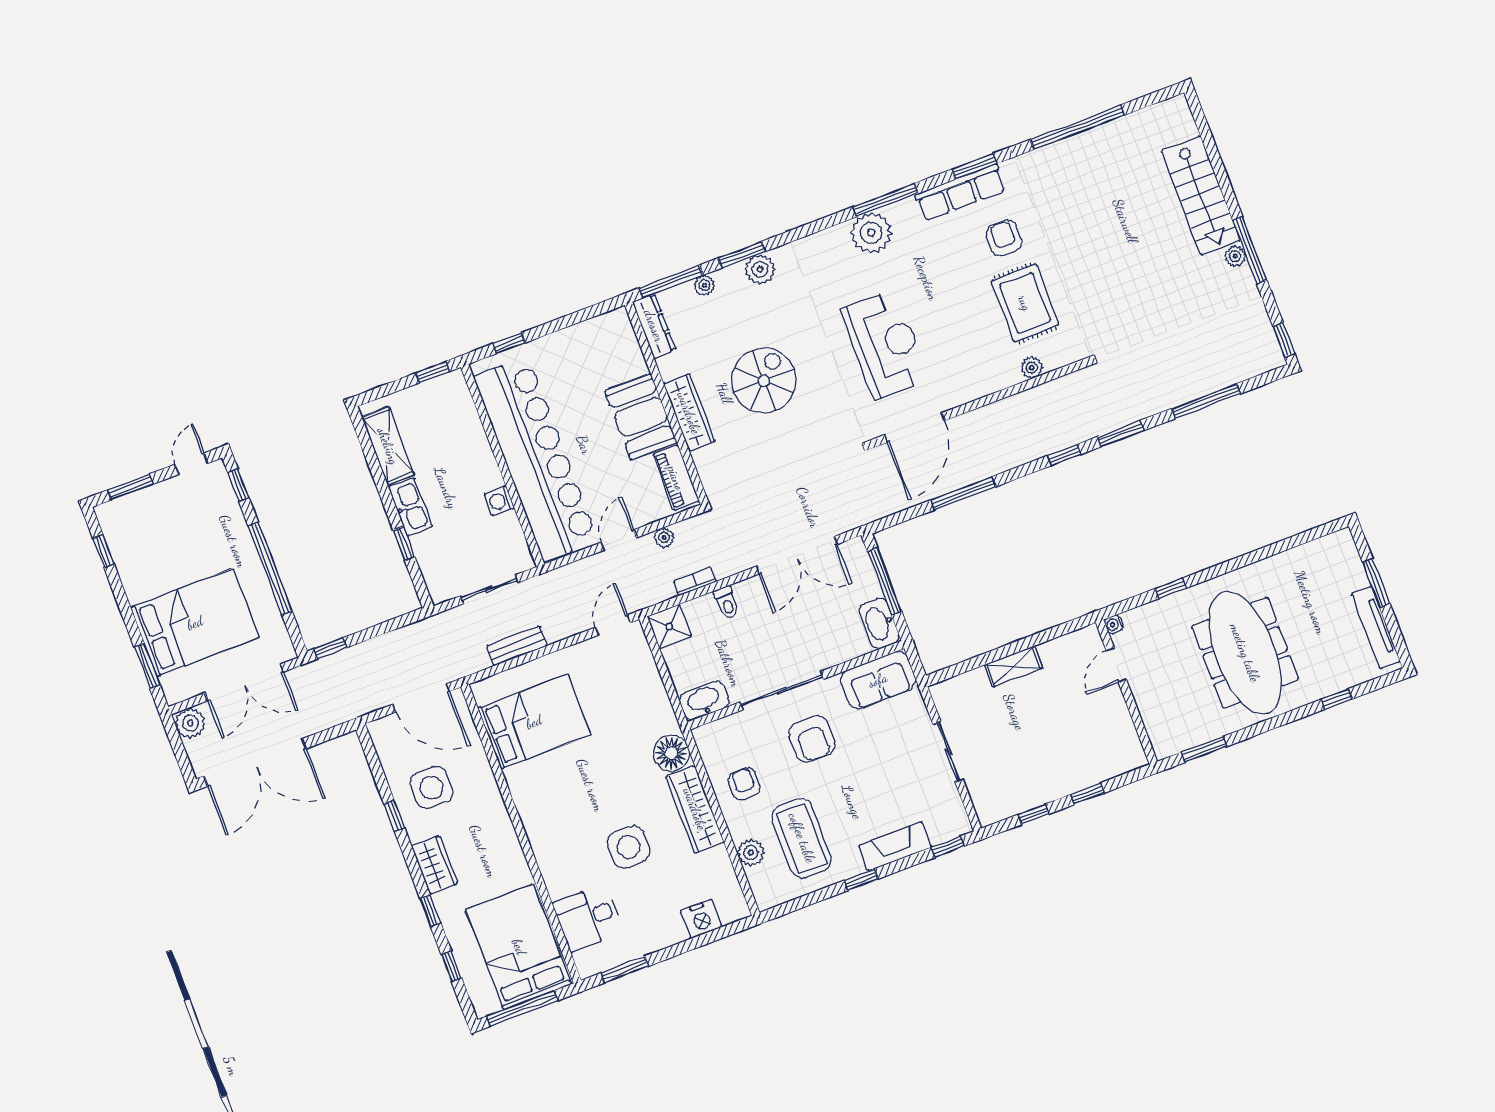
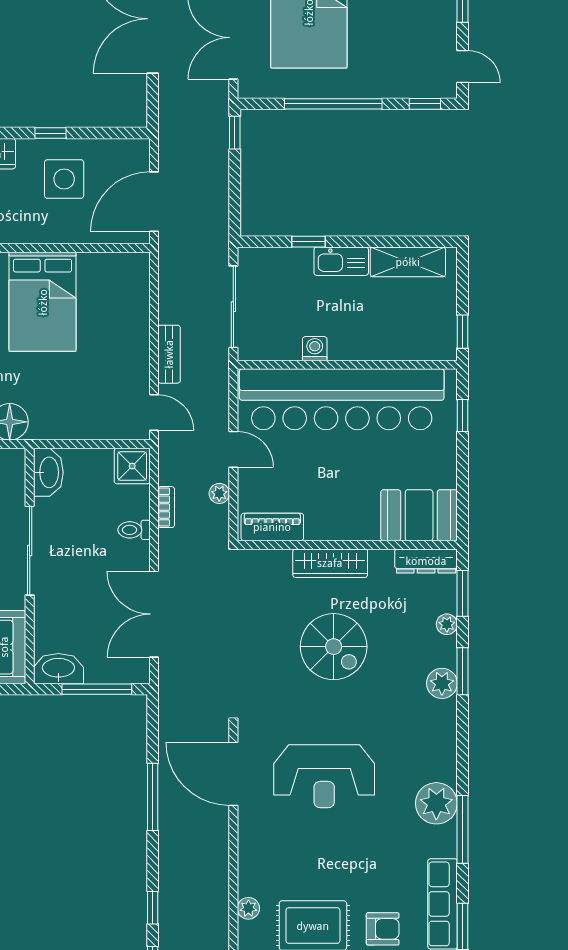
window: (671, 282) -> (463, 593), width x0.69
booth: (641, 417) -> (419, 515), moved
sliding door: (489, 589) -> (233, 307), width x1.37
bench: (517, 646) -> (169, 354), moved
bed: (534, 722) -> (43, 302), moved

